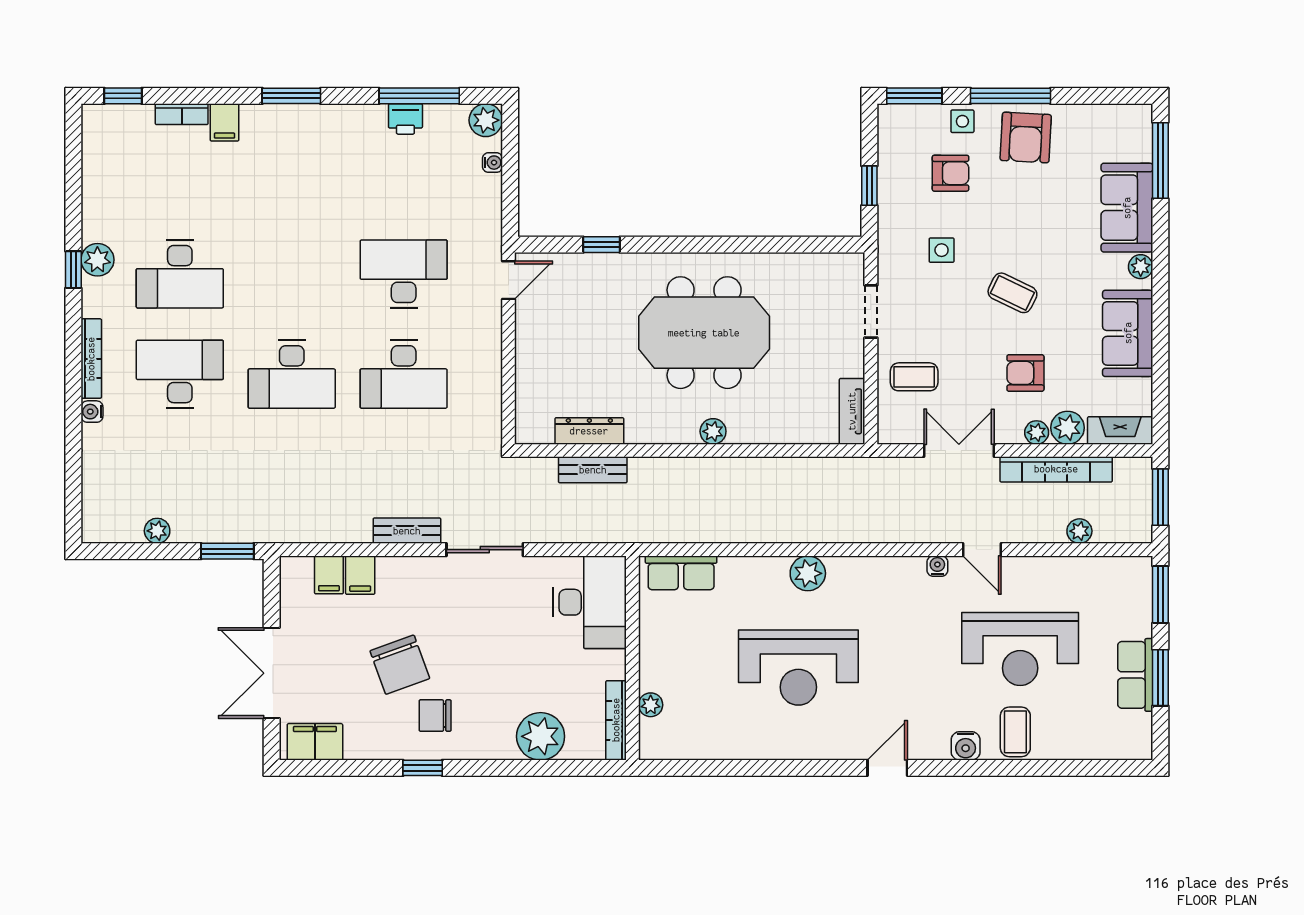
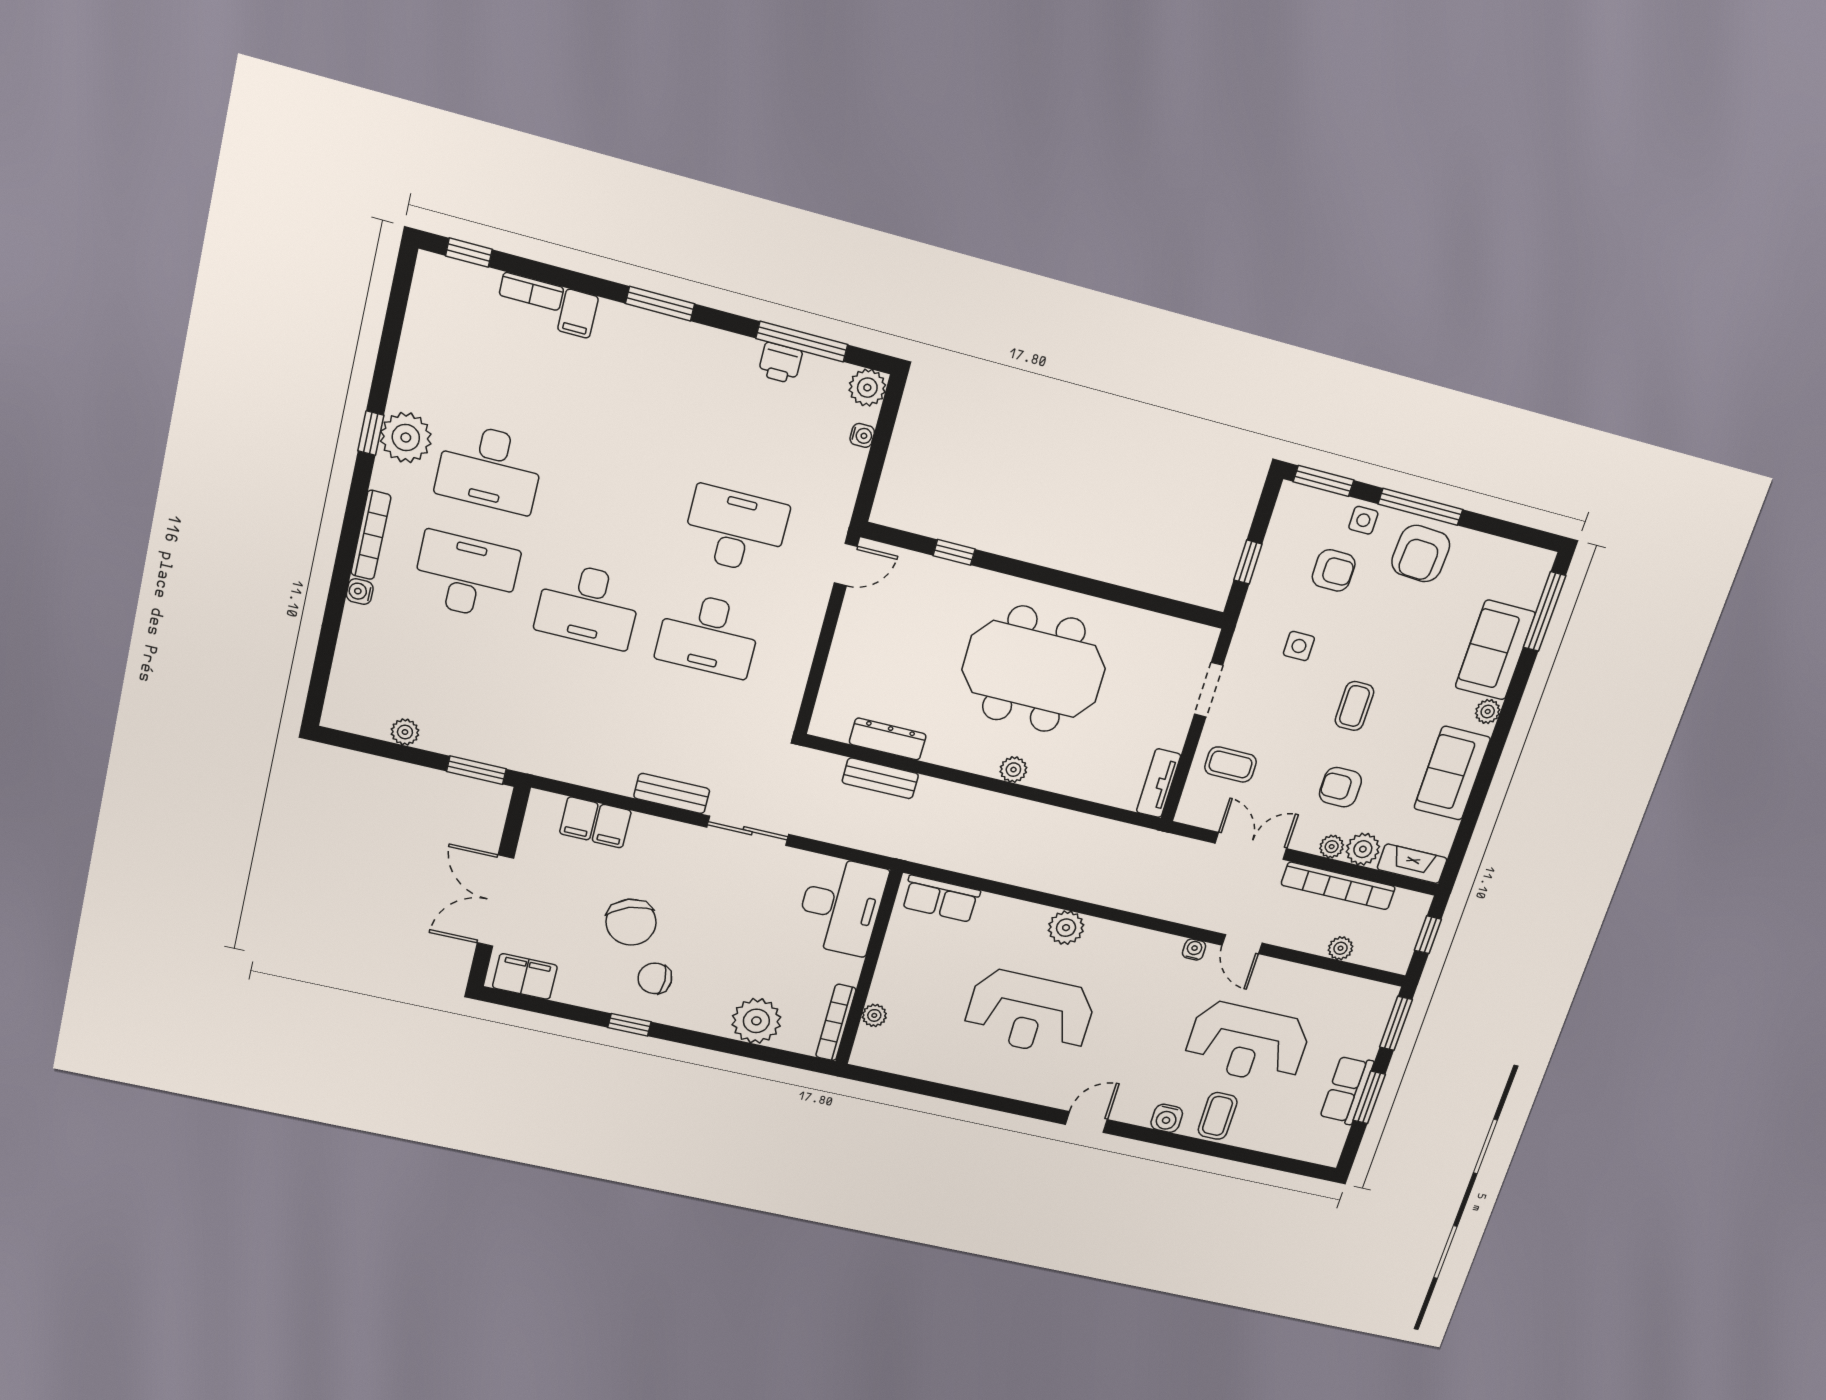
plant: (97, 260) -> (406, 438), width x1.36, depth x1.36
coffee table: (1012, 293) -> (1354, 706), turned 64
window: (1160, 497) -> (1428, 935), width x0.67

